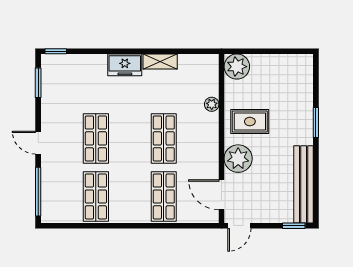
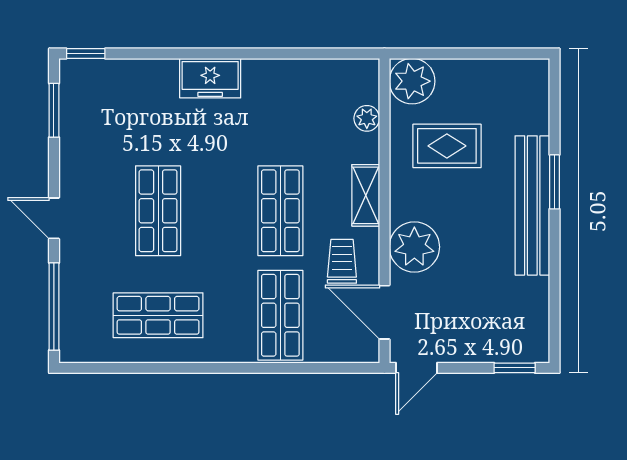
shelving: (160, 62) -> (366, 195), moved, turned 90
plant: (212, 104) -> (367, 118), moved
rug: (250, 122) -> (447, 146), moved
trolley: (198, 166) -> (342, 261), added
bench: (304, 184) -> (532, 205), moved
shop shelf: (96, 196) -> (158, 315), turned 90

